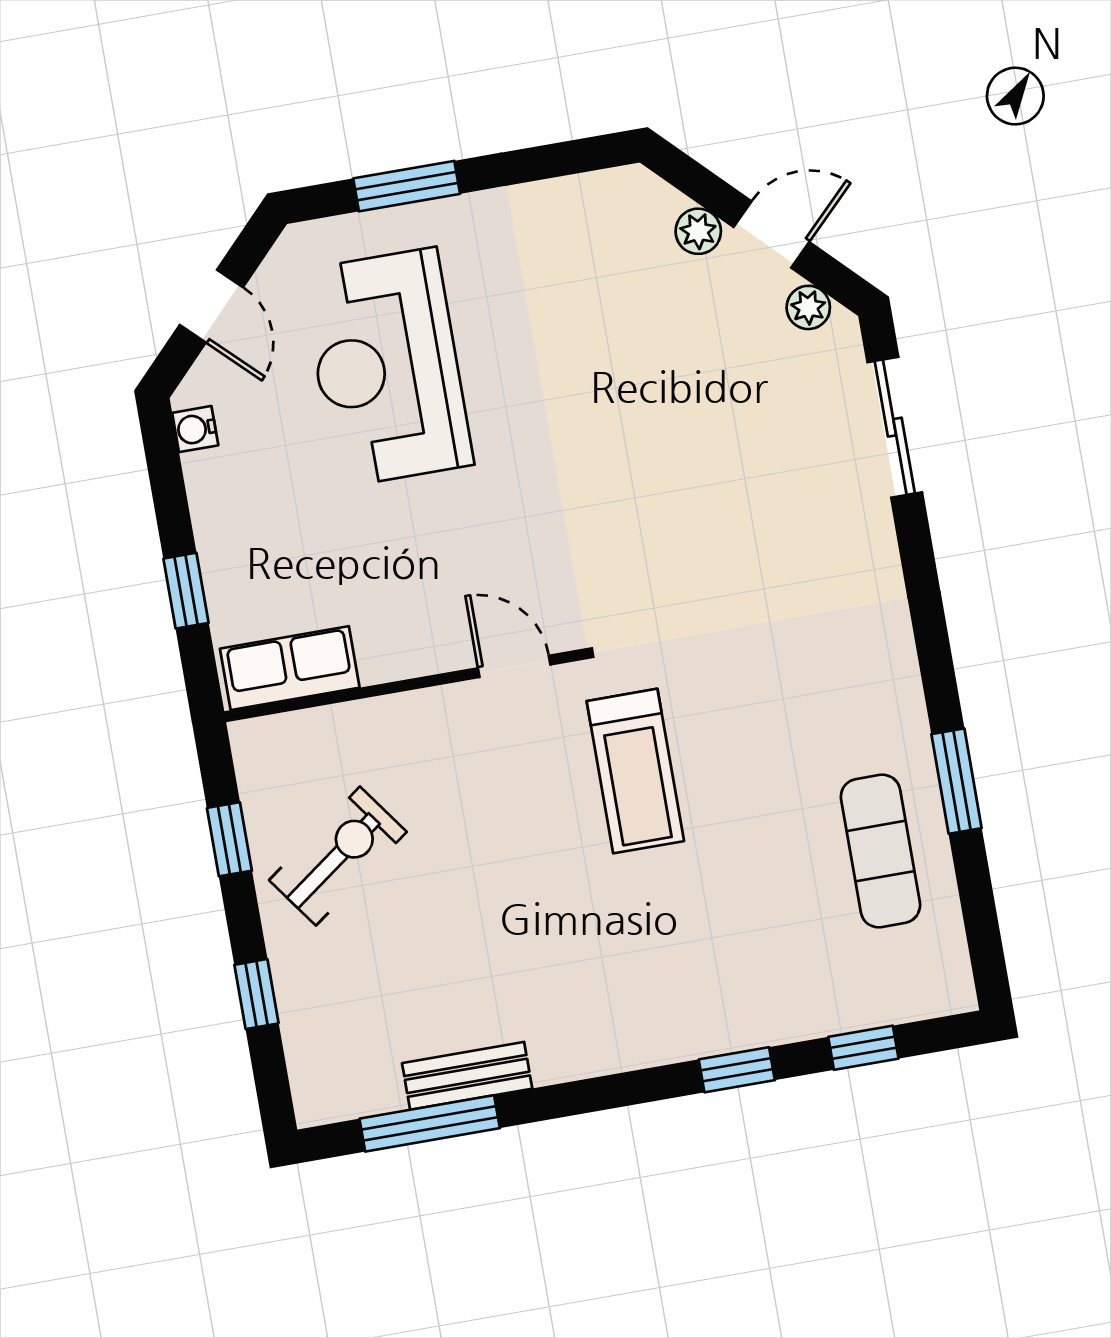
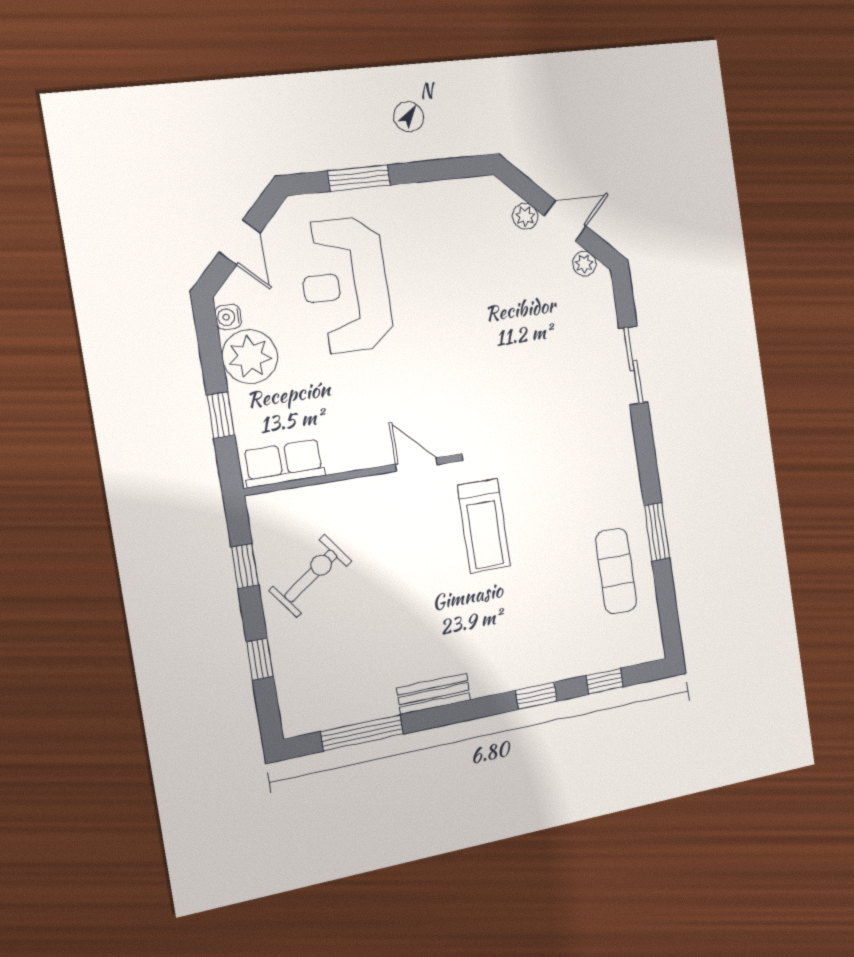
sliding door: (895, 427) -> (633, 365), moved
plant: (231, 493) -> (250, 357), added
bench: (467, 1076) -> (434, 694), moved

